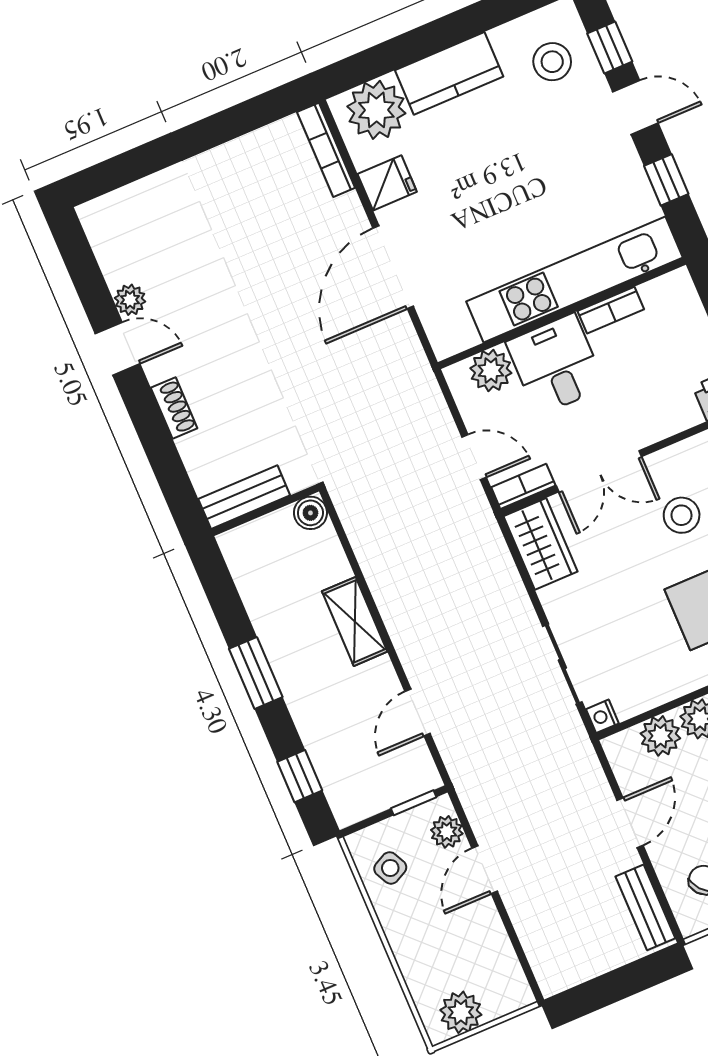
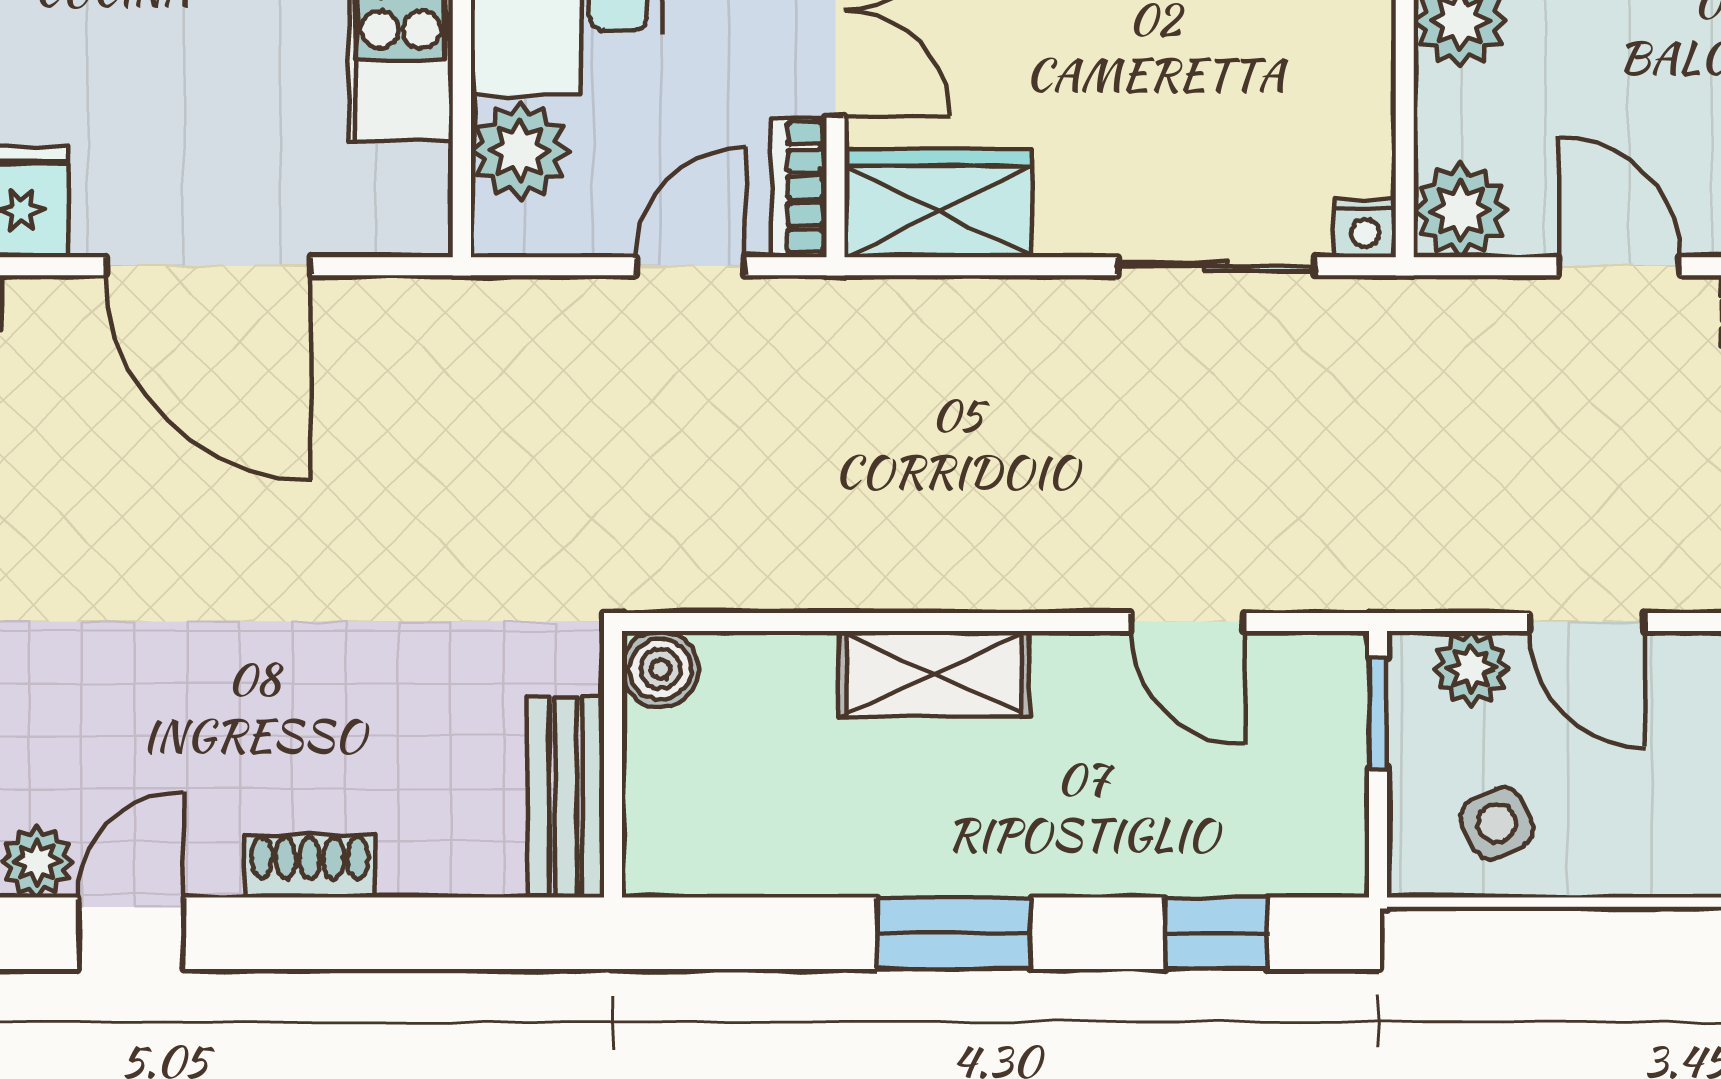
plant: (660, 736) -> (1461, 210), moved

